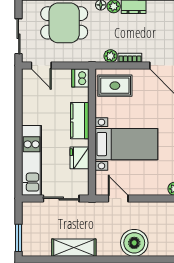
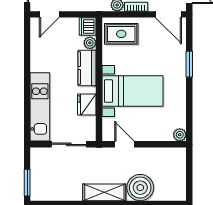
door: (41, 66) -> (49, 14), hinge flipped
plant: (83, 95) -> (90, 43), added
shelving: (74, 248) -> (104, 192), moved

